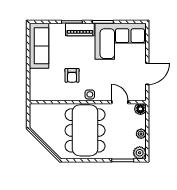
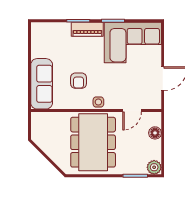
sofa: (39, 46) -> (42, 84), moved
door: (120, 102) -> (132, 111), swing flipped
floor lamp: (140, 109) -> (155, 133), moved
plant: (141, 134) -> (156, 146), removed

